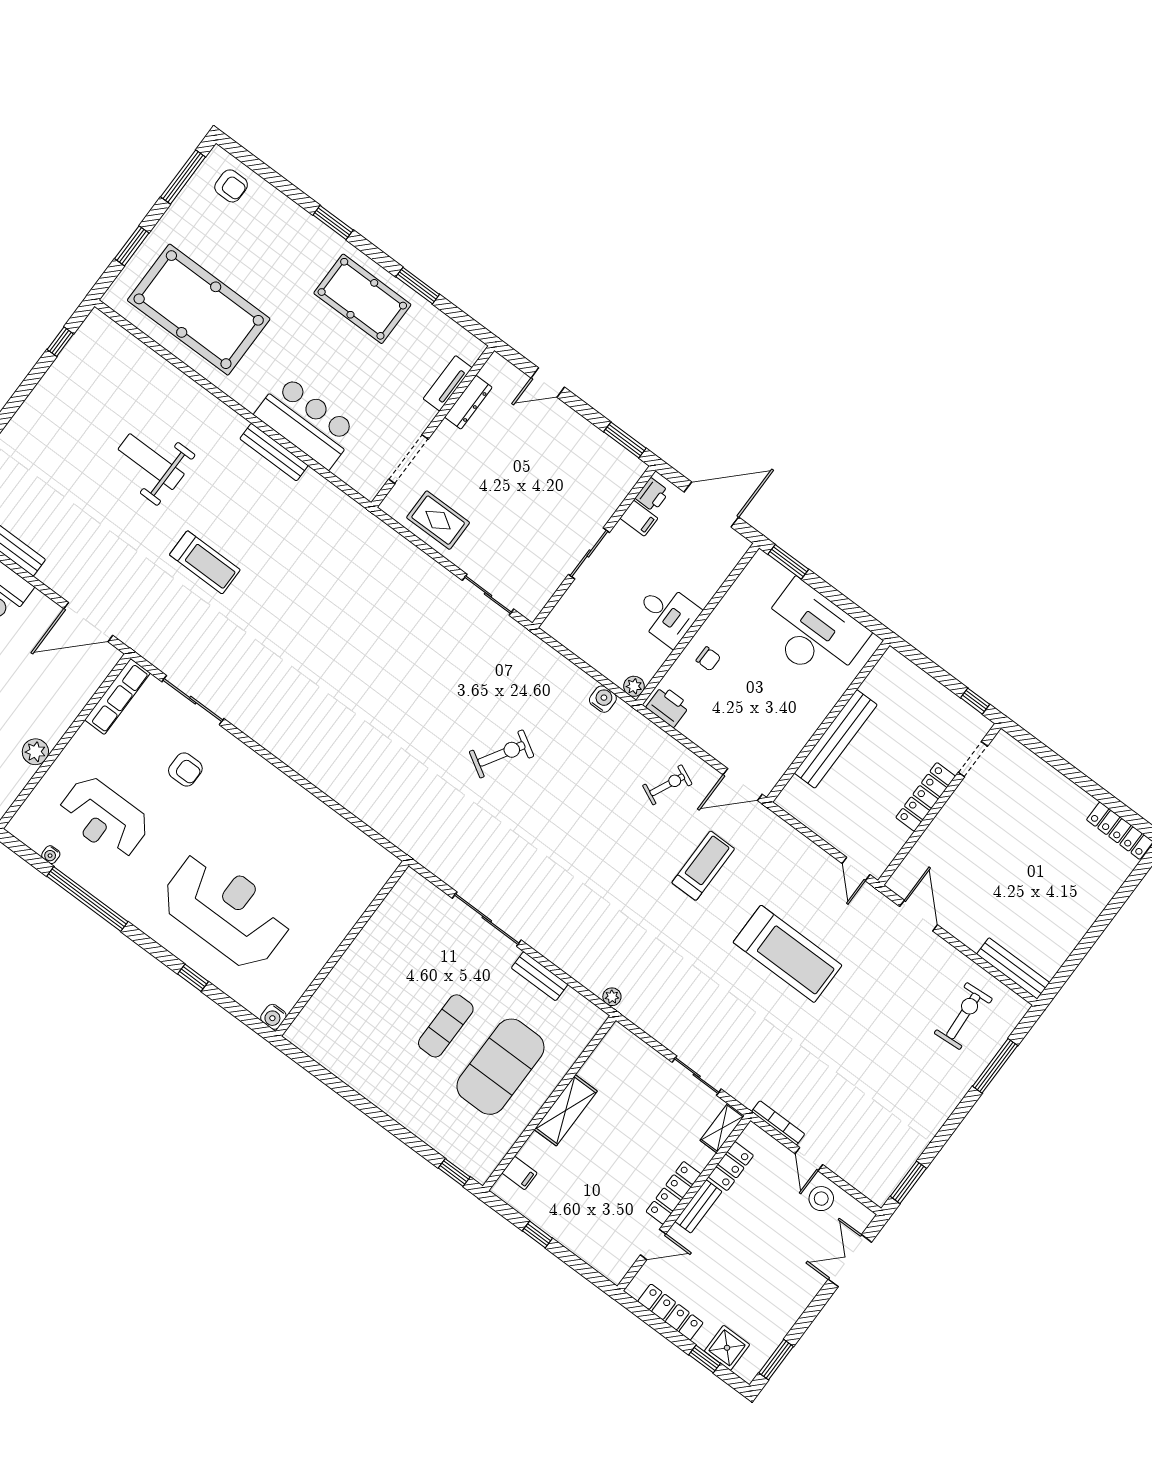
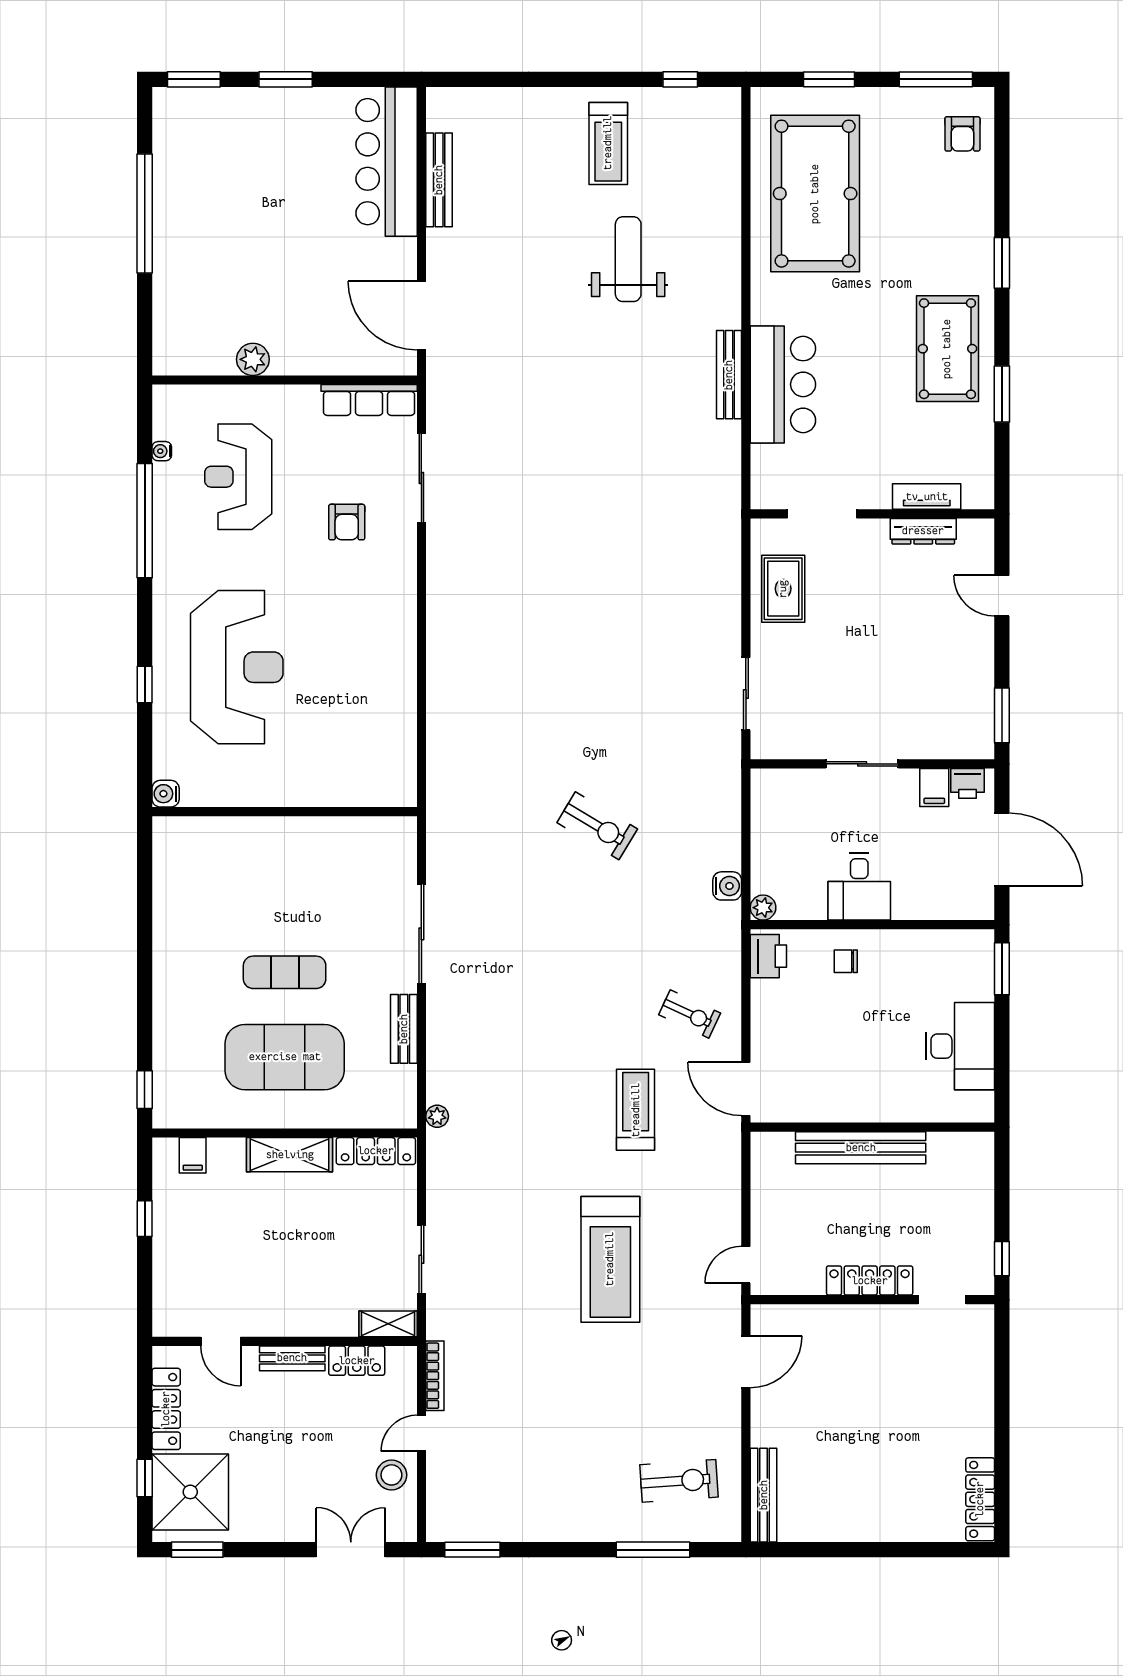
treadmill: (205, 562) -> (608, 143), moved
desk: (813, 633) -> (960, 1046), width x0.73, depth x0.77
chair: (708, 659) -> (846, 961), turned 90
treadmill: (703, 866) -> (636, 1110), turned -90
locker: (673, 1193) -> (376, 1151), moved, turned 180
shower: (727, 1348) -> (190, 1492), width x1.86, depth x1.86

